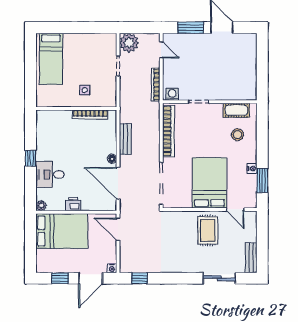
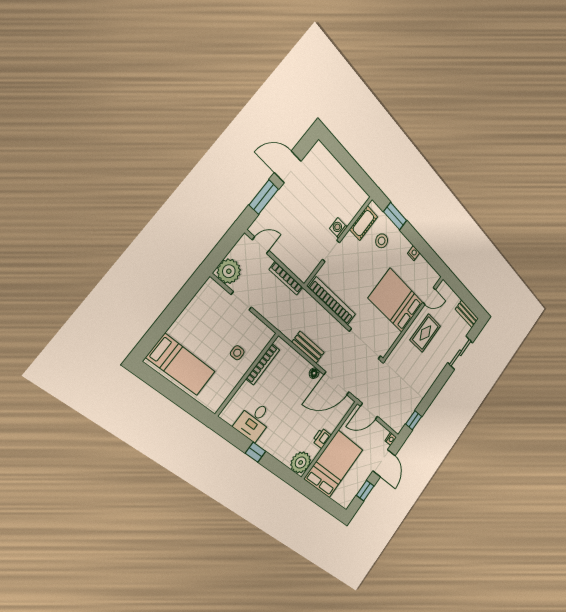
washing machine: (172, 94) -> (338, 228), moved
desk: (50, 174) -> (254, 421), moved
window: (262, 181) -> (395, 216), moved
plant: (41, 206) -> (301, 463), width x1.88, depth x1.88
rug: (208, 230) -> (425, 333), turned 90

